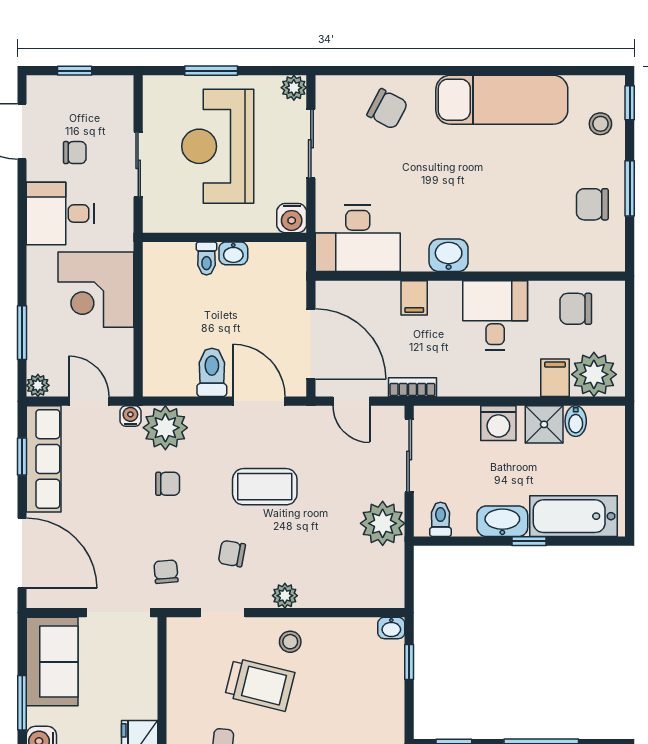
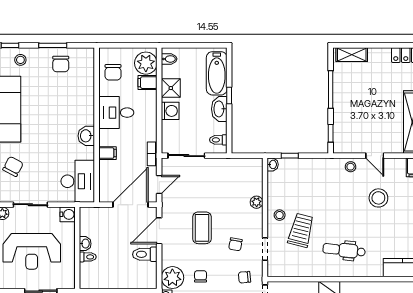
bidet: (576, 421) -> (169, 59), moved
plant: (383, 523) -> (220, 169), removed
plant: (285, 596) -> (257, 202), moved

